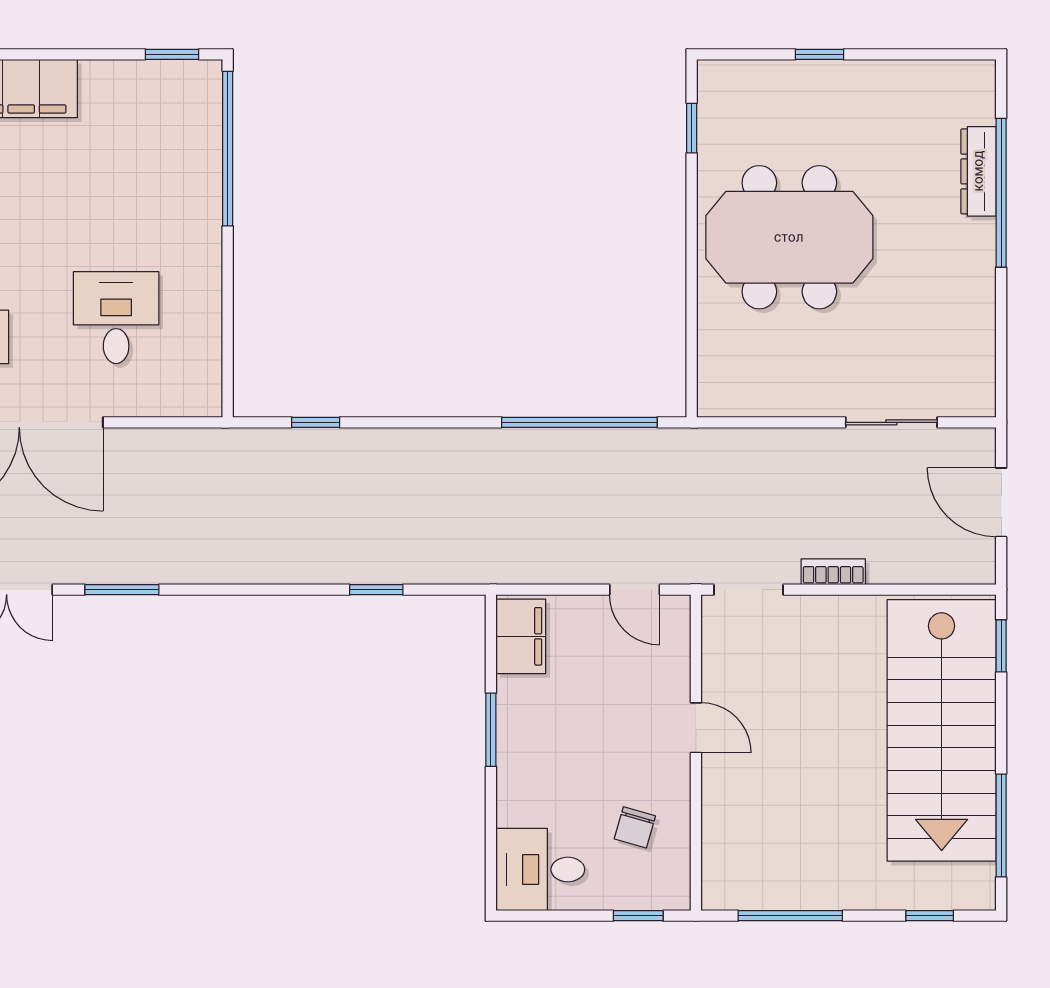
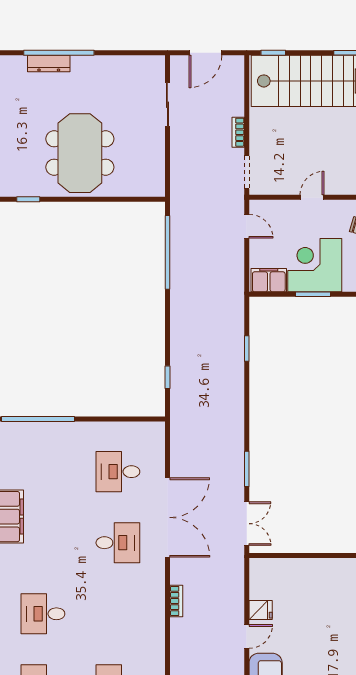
door: (635, 590) -> (247, 226), hinge flipped
corner desk: (553, 734) -> (315, 265), added

